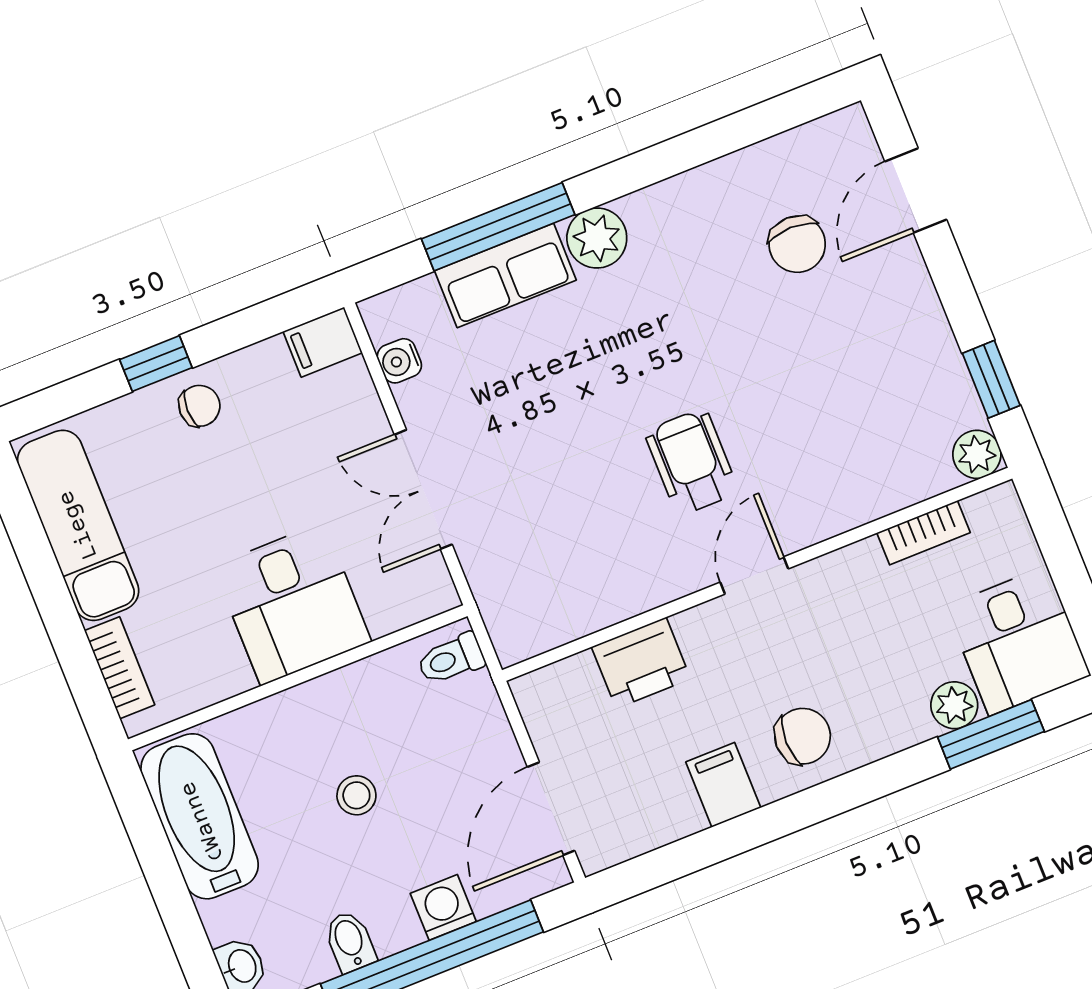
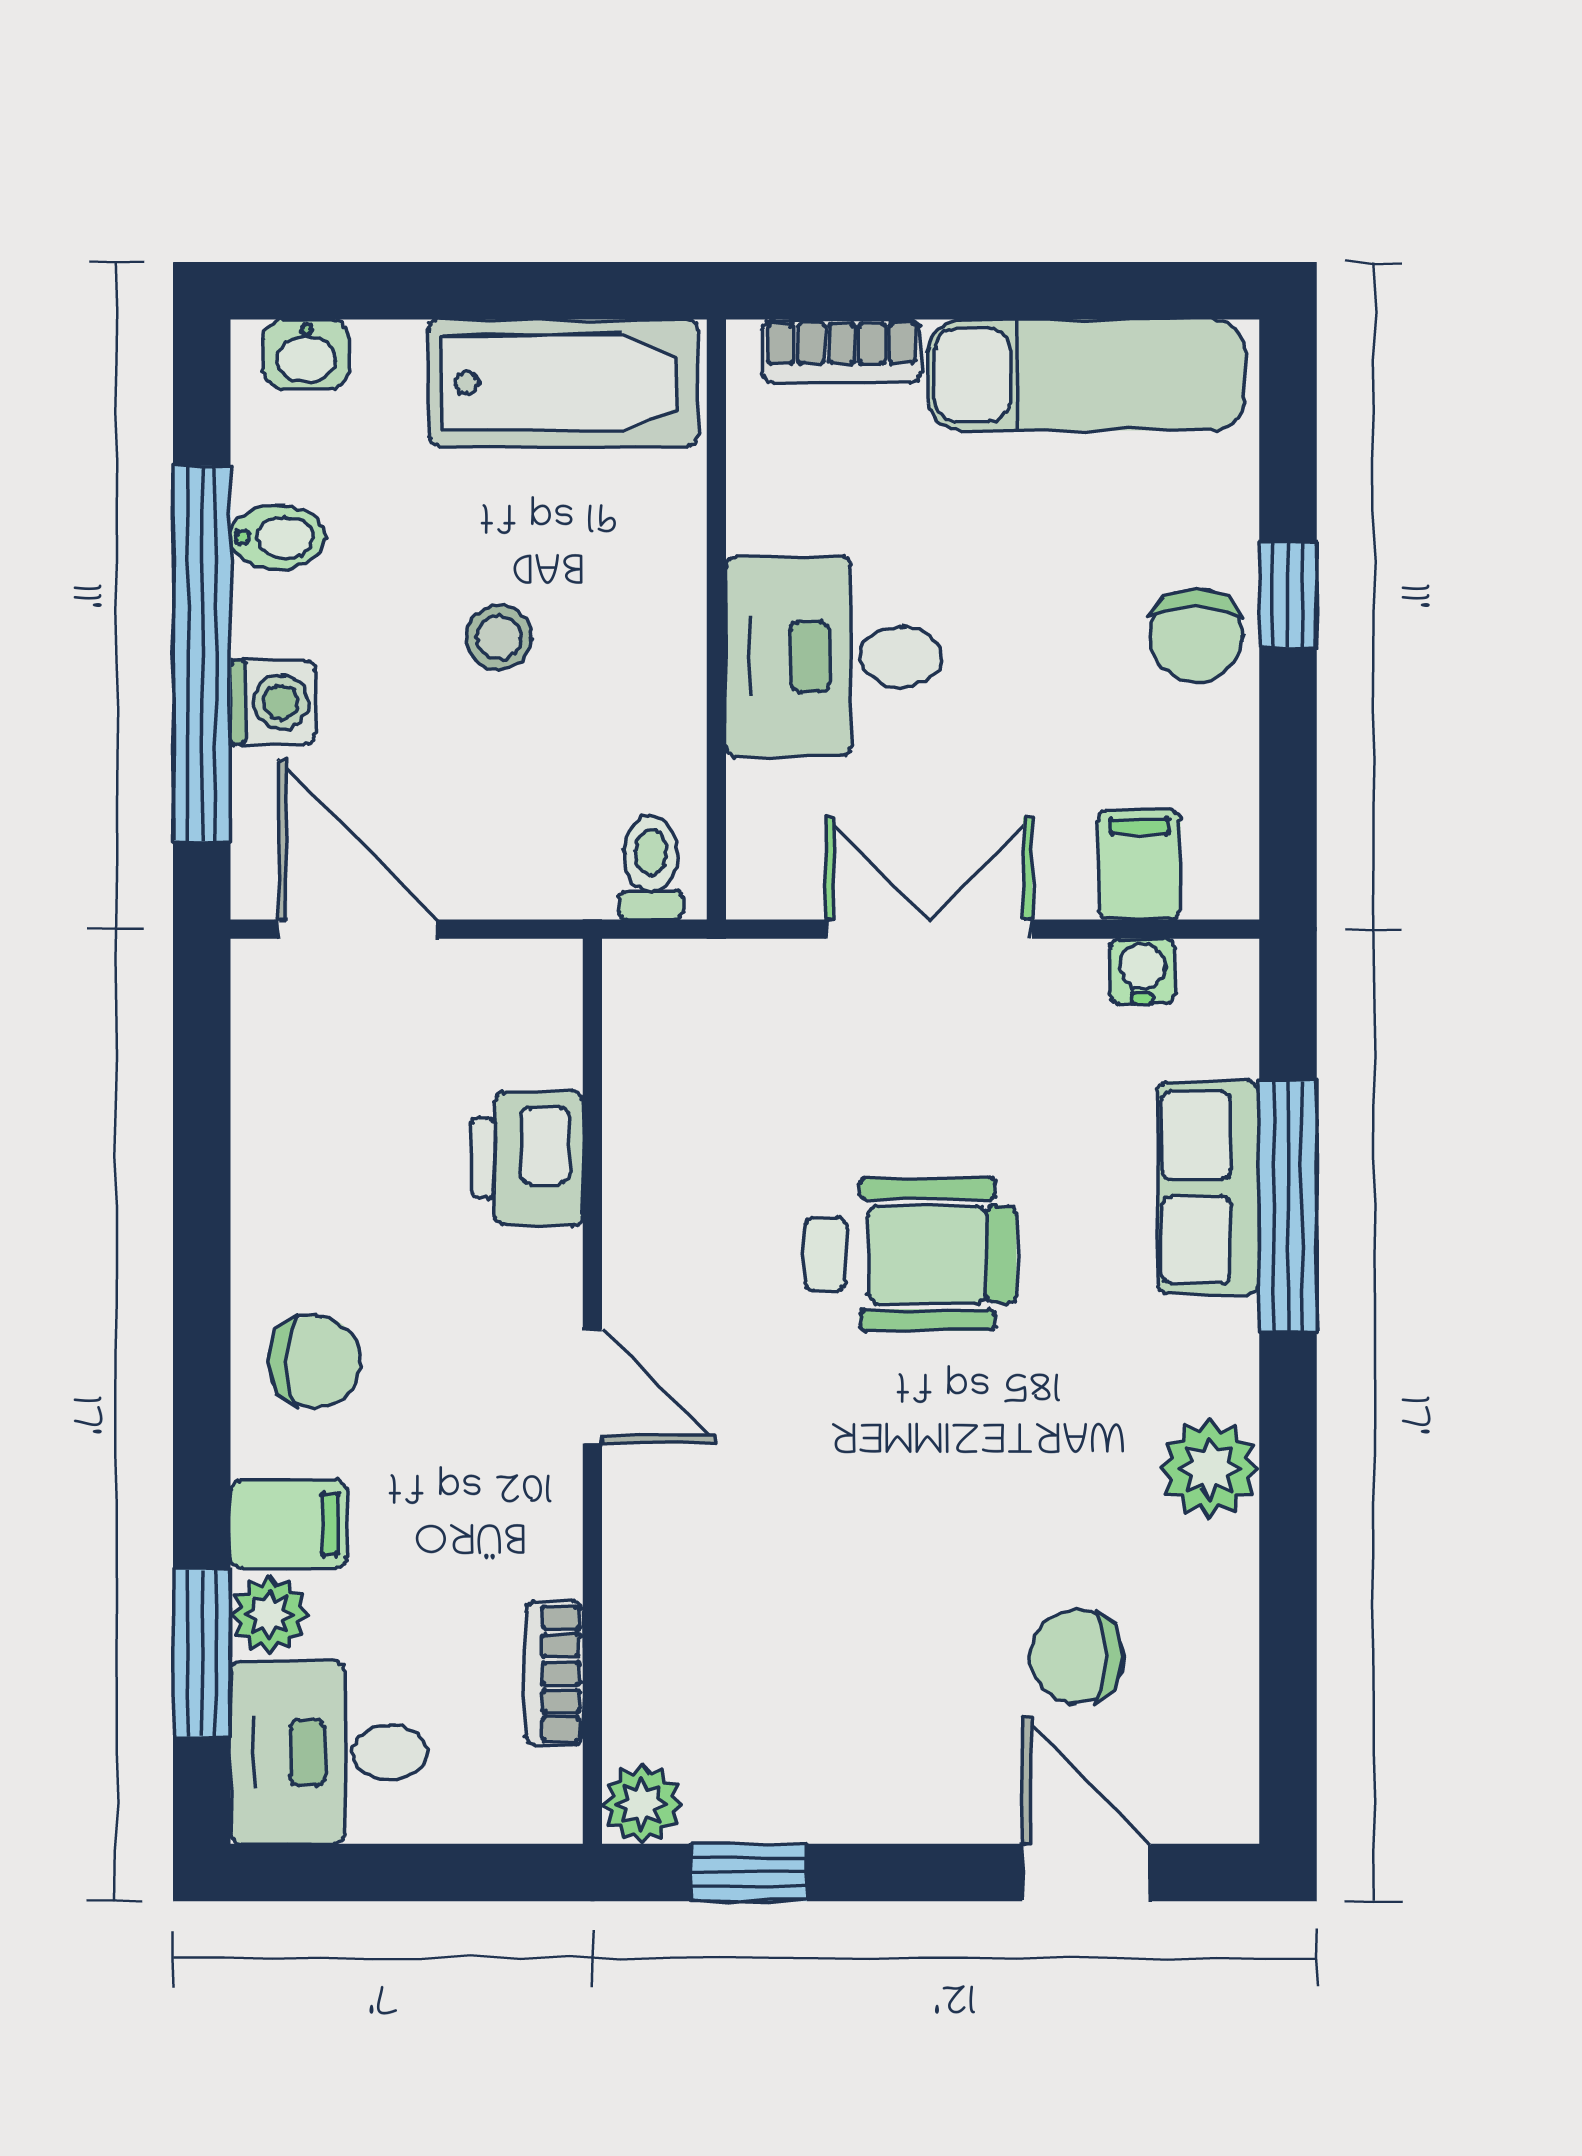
plant: (597, 238) -> (1210, 1468), moved
filing cabinet: (323, 342) -> (1139, 865), moved
chair: (199, 406) -> (1196, 636), width x1.37, depth x1.37
wheelchair: (692, 462) -> (910, 1254), moved, width x1.36, depth x1.37
chair: (803, 736) -> (315, 1362), turned -90
filing cabinet: (723, 785) -> (289, 1524), moved

